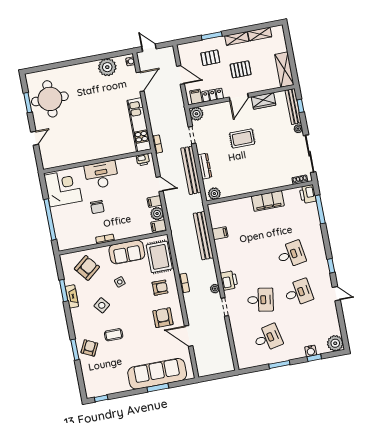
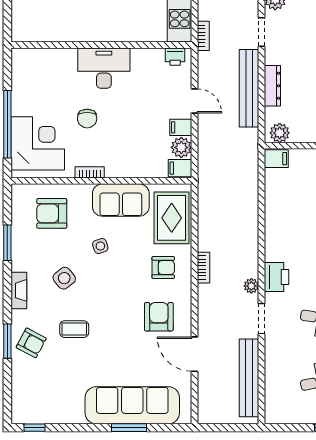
corner desk: (63, 188) -> (38, 143), moved
filing cabinet: (220, 233) -> (276, 159), moved
bench: (203, 236) -> (249, 378), moved
armchair: (87, 268) -> (52, 213), turned -141
fireplace: (72, 296) -> (19, 290), moved
armchair: (89, 348) -> (31, 343), turned 92

